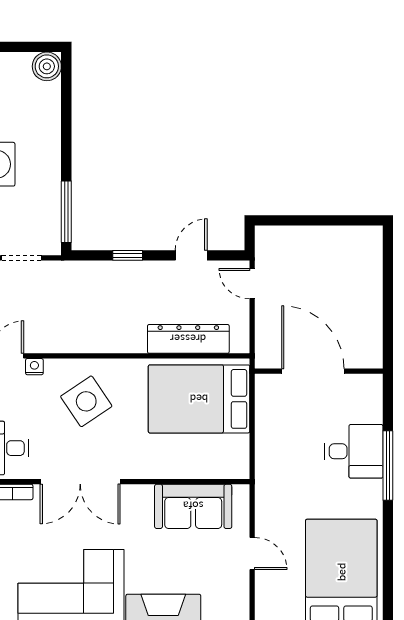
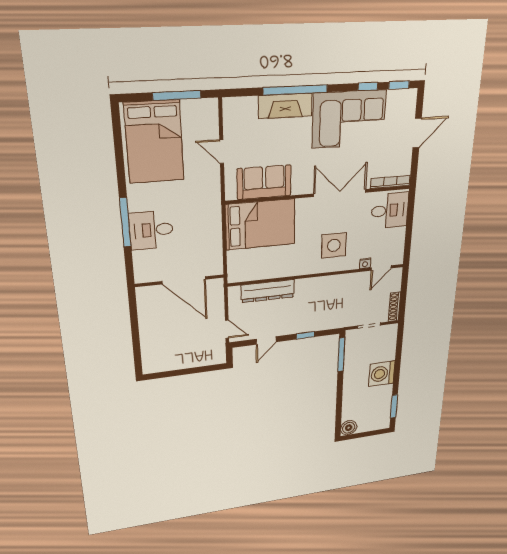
bed: (199, 399) -> (260, 224), moved
side table: (86, 401) -> (334, 245), turned 34

